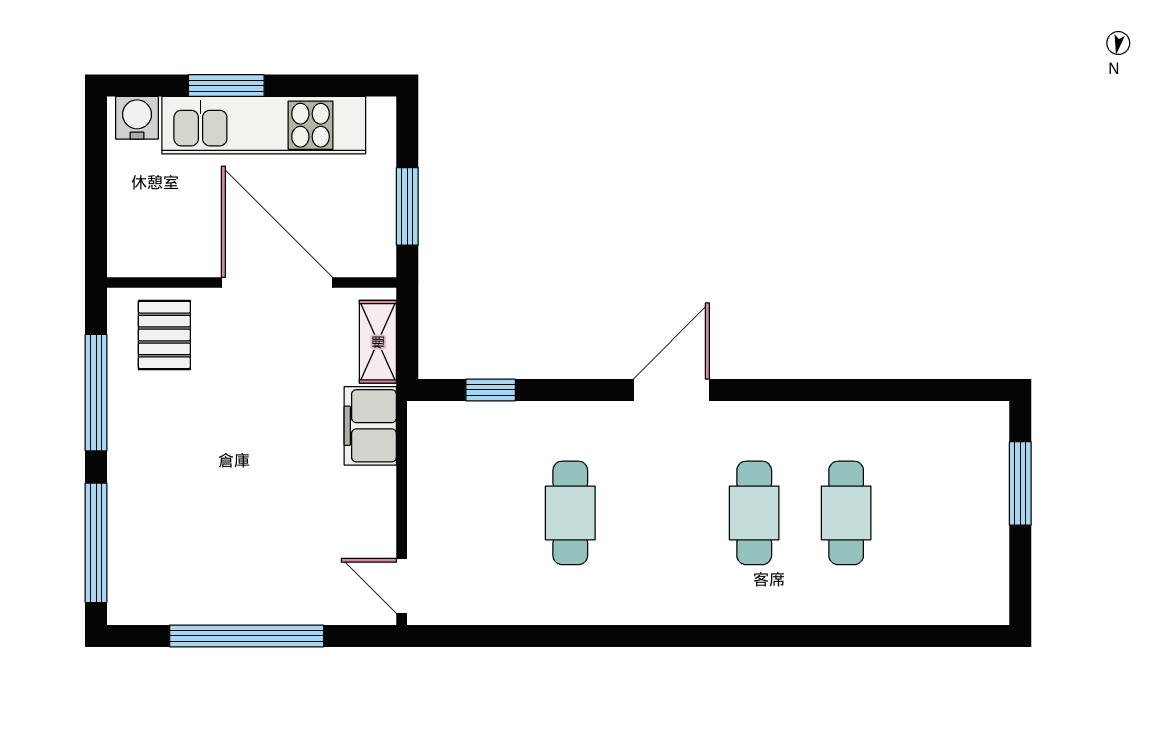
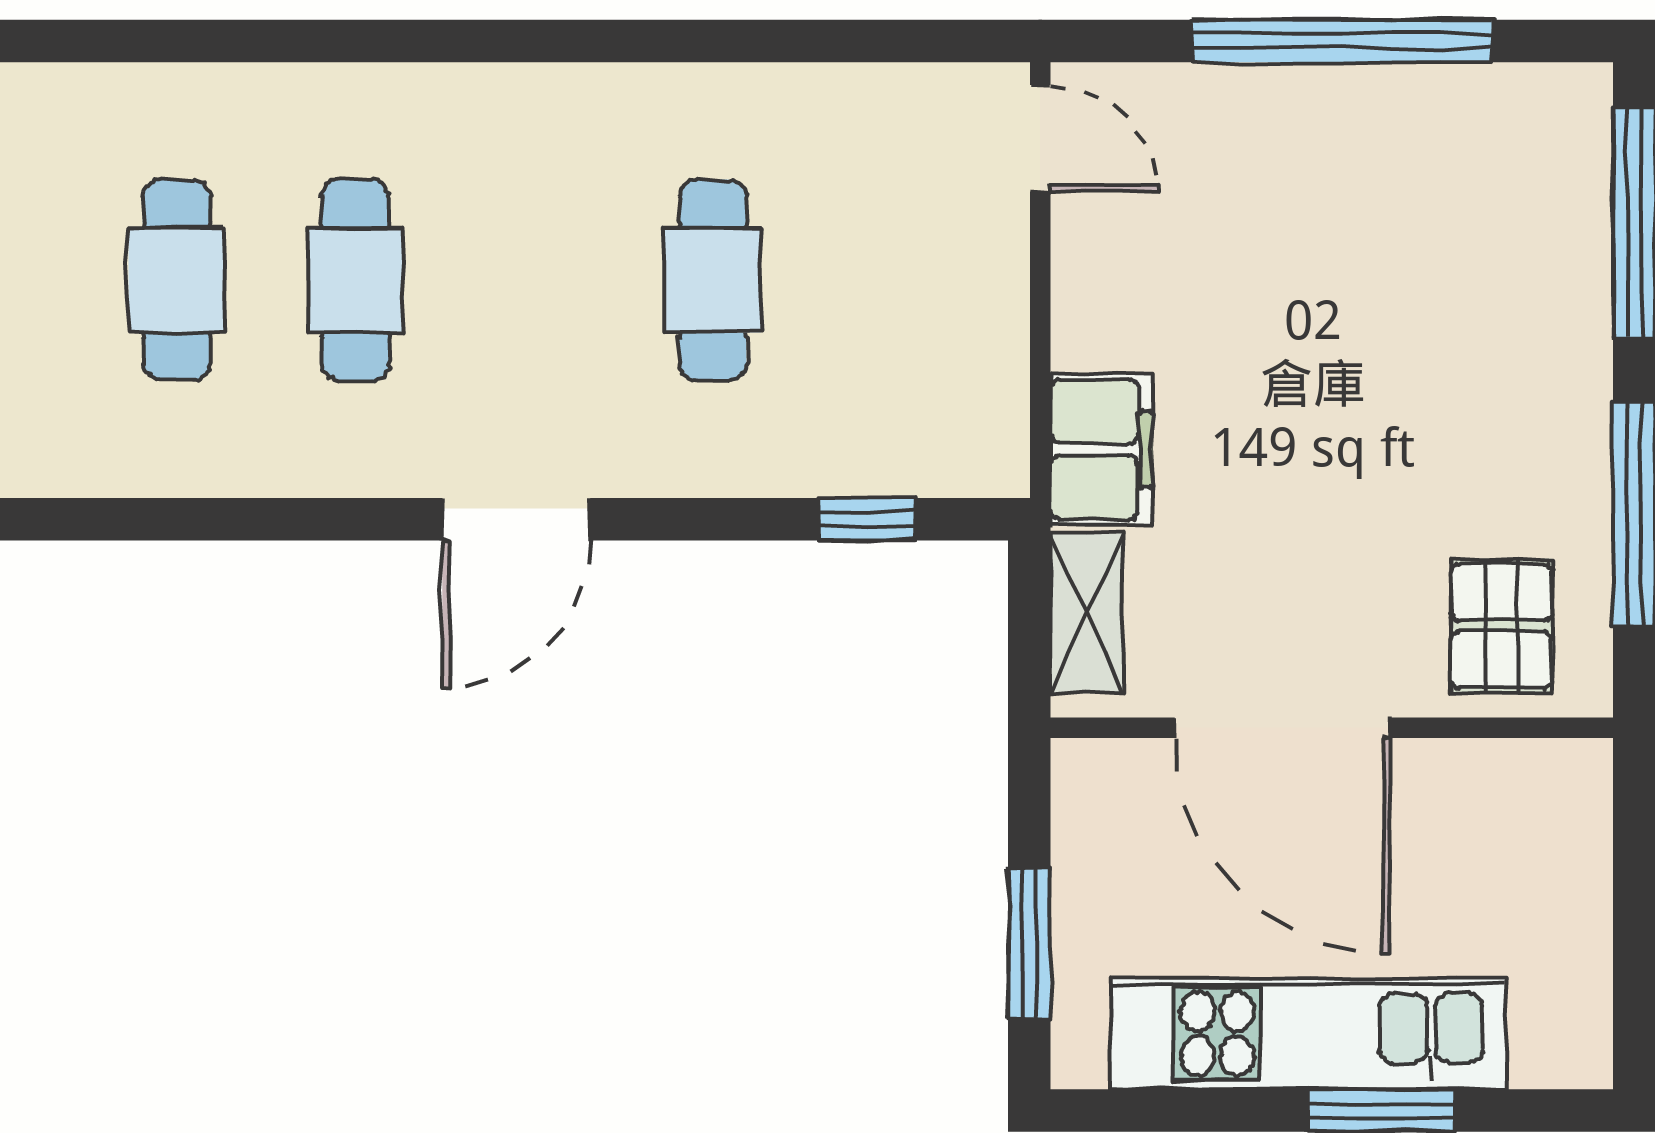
water cooler: (137, 118) -> (1555, 1048), removed
window: (407, 206) -> (1029, 944), moved

